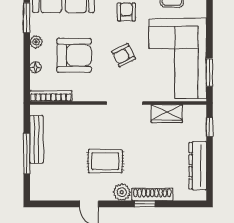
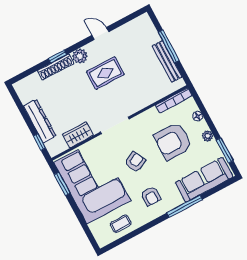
dresser: (198, 166) -> (40, 121), moved

